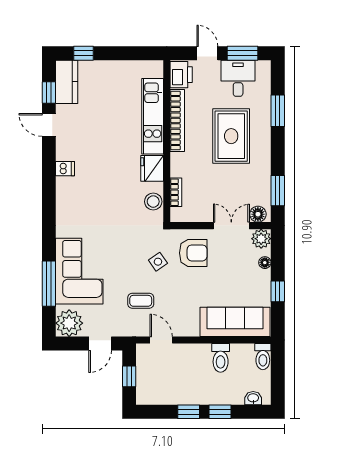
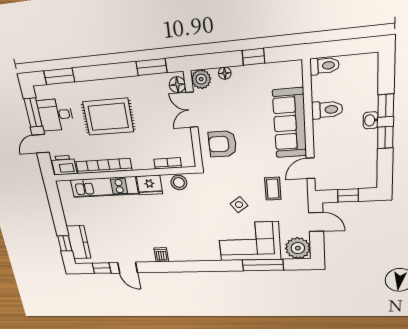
kitchen counter: (67, 82) -> (79, 242), moved, turned 90
window: (278, 111) -> (59, 76), moved
door: (49, 125) -> (128, 268), hinge flipped
armchair: (193, 253) -> (222, 144), turned -90
side table: (158, 262) -> (239, 205), moved
sofa: (235, 322) -> (290, 123), moved
washbasin: (253, 398) -> (371, 120), moved

